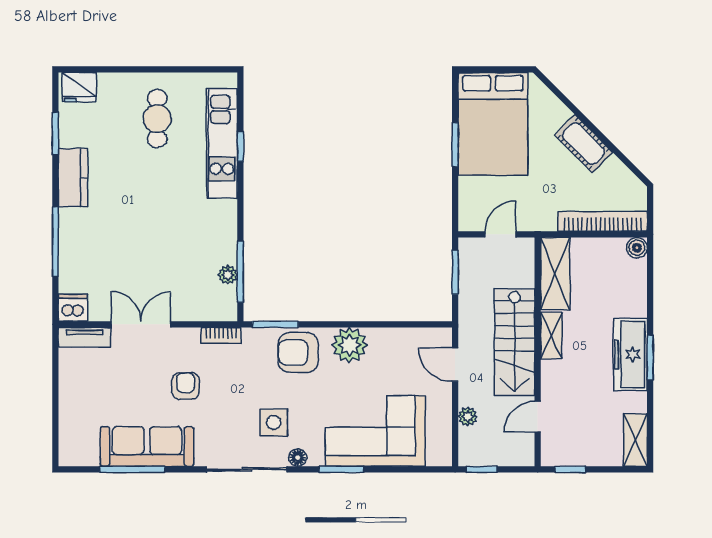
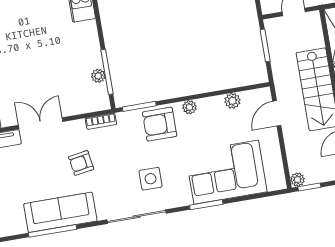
plant: (400, 338) -> (232, 101), added
plant: (350, 345) -> (189, 107), width x0.53, depth x0.53
door: (455, 365) -> (277, 113), hinge flipped
armchair: (186, 386) -> (81, 163), turned -99
plant: (468, 417) -> (298, 180), moved
floor lamp: (298, 457) -> (173, 201), removed

